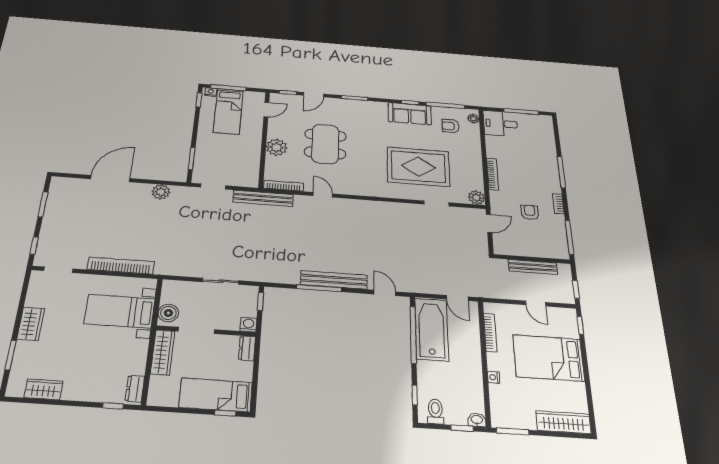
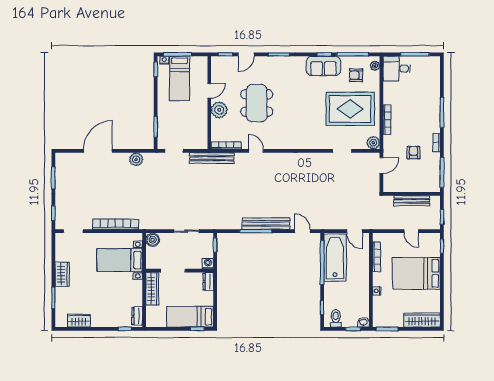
door: (266, 110) -> (209, 91), moved
rug: (418, 167) -> (350, 109), moved
boiler: (168, 313) -> (153, 240), moved

